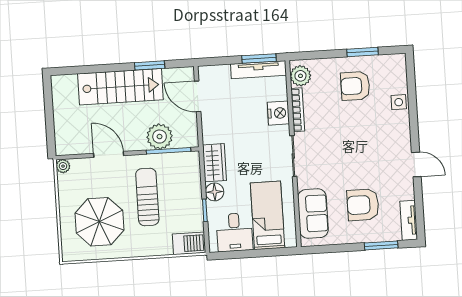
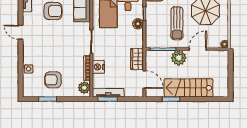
armchair: (355, 86) -> (53, 80), turned 180
plant: (160, 137) -> (179, 58), moved
door: (109, 154) -> (198, 49), swing flipped
wardrobe: (214, 163) -> (137, 59), moved

